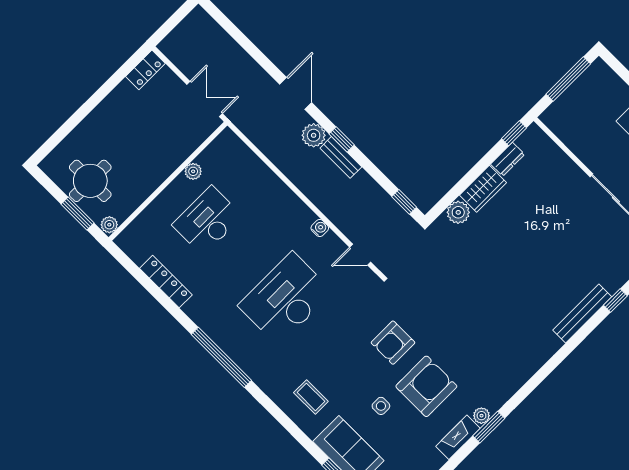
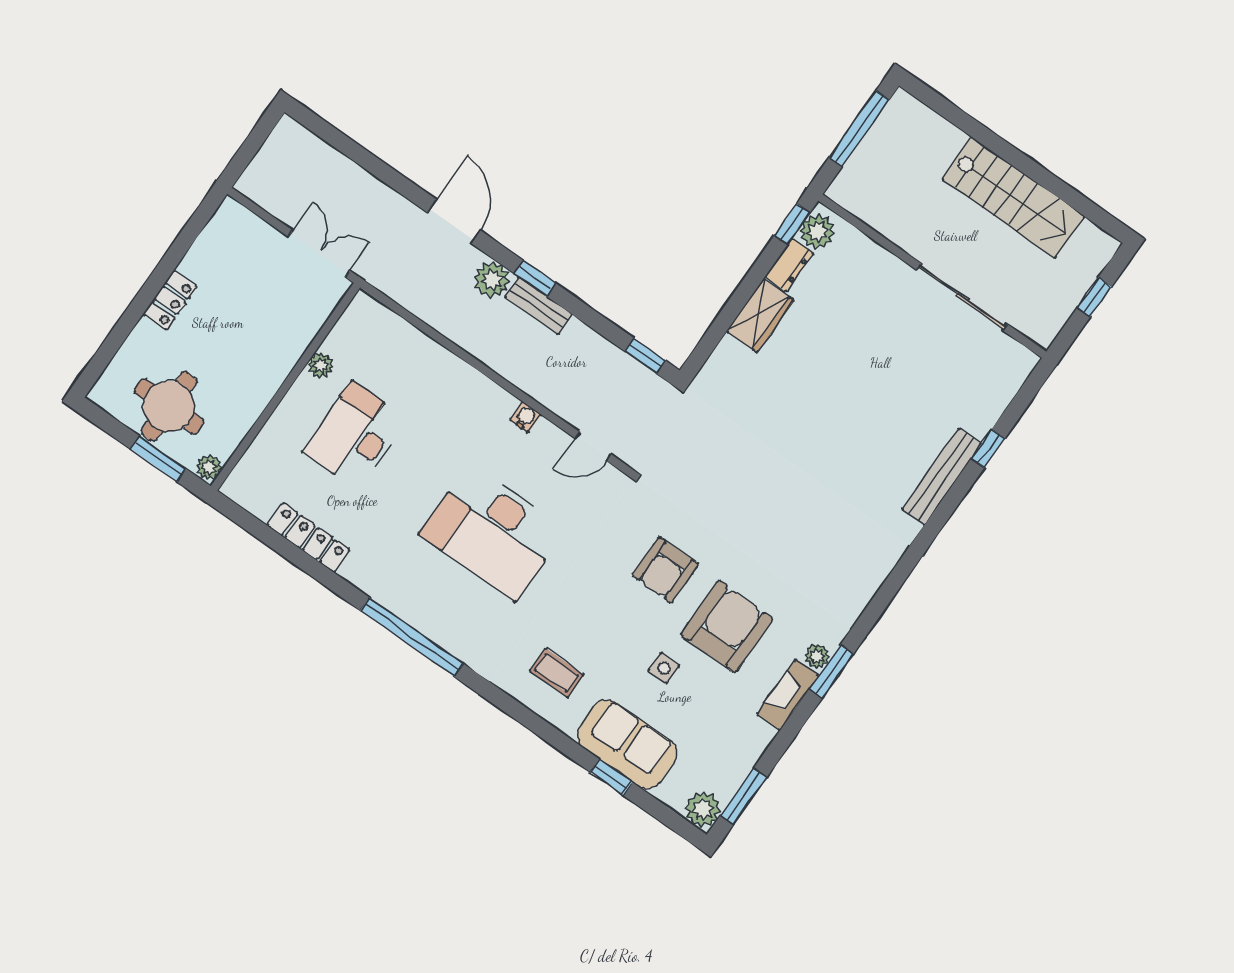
locker: (145, 70) -> (170, 300), moved
plant: (458, 212) -> (818, 232), moved
desk: (285, 299) -> (492, 532), turned -90

